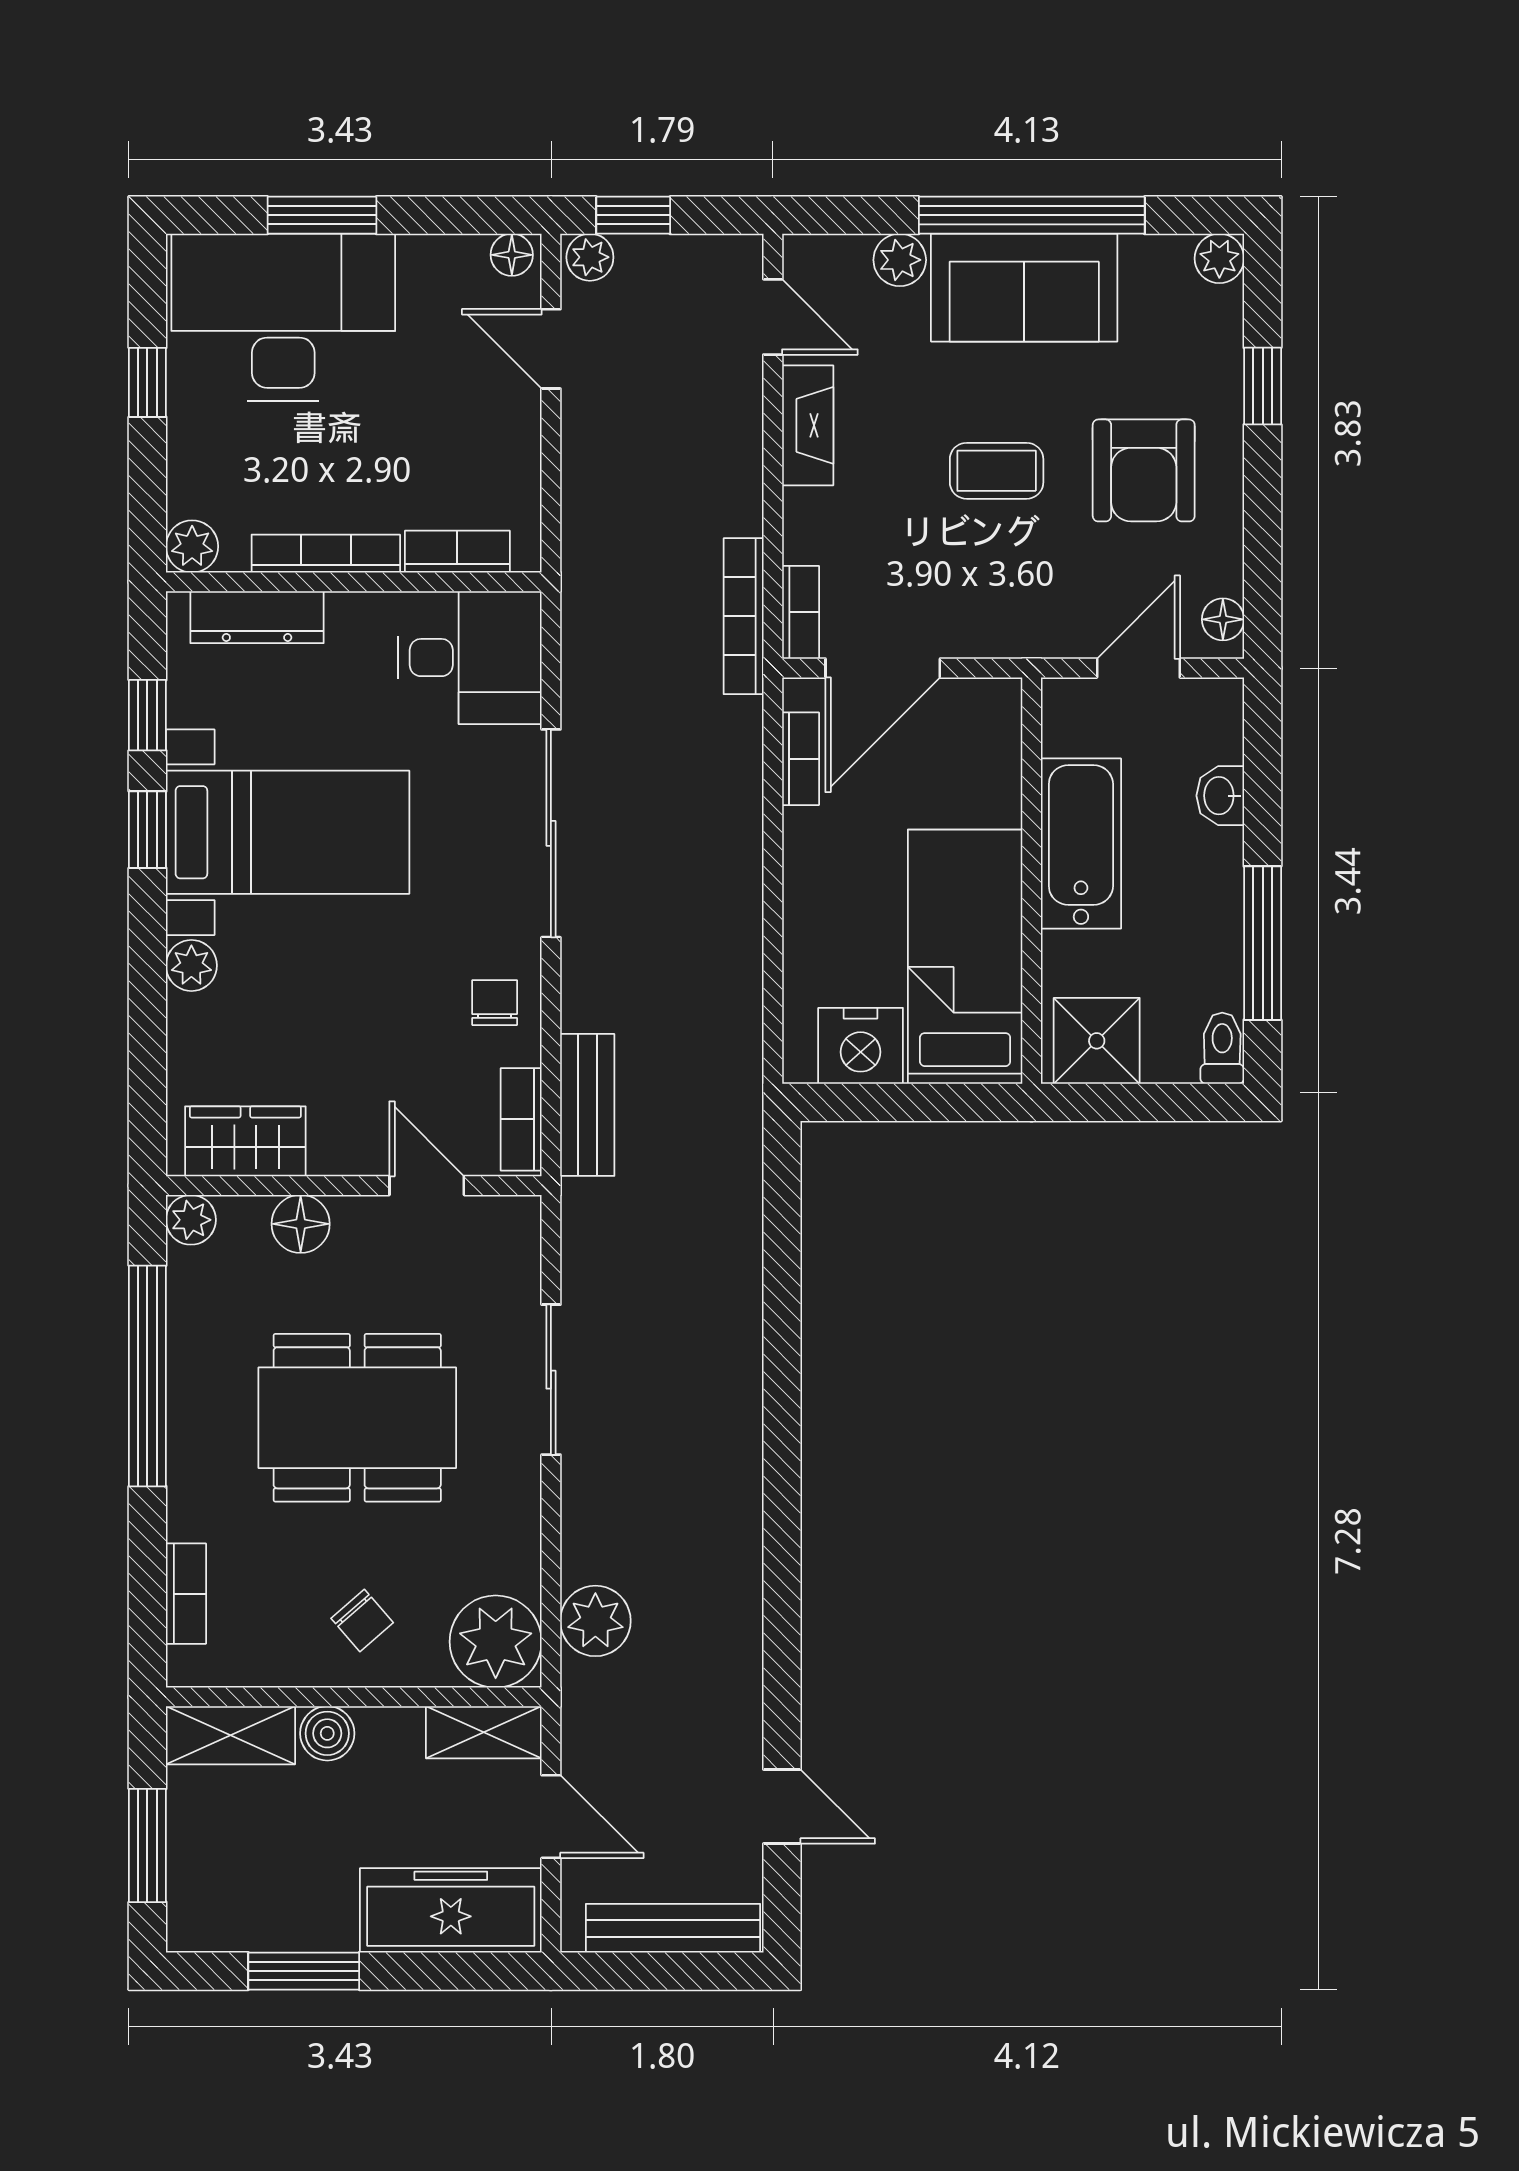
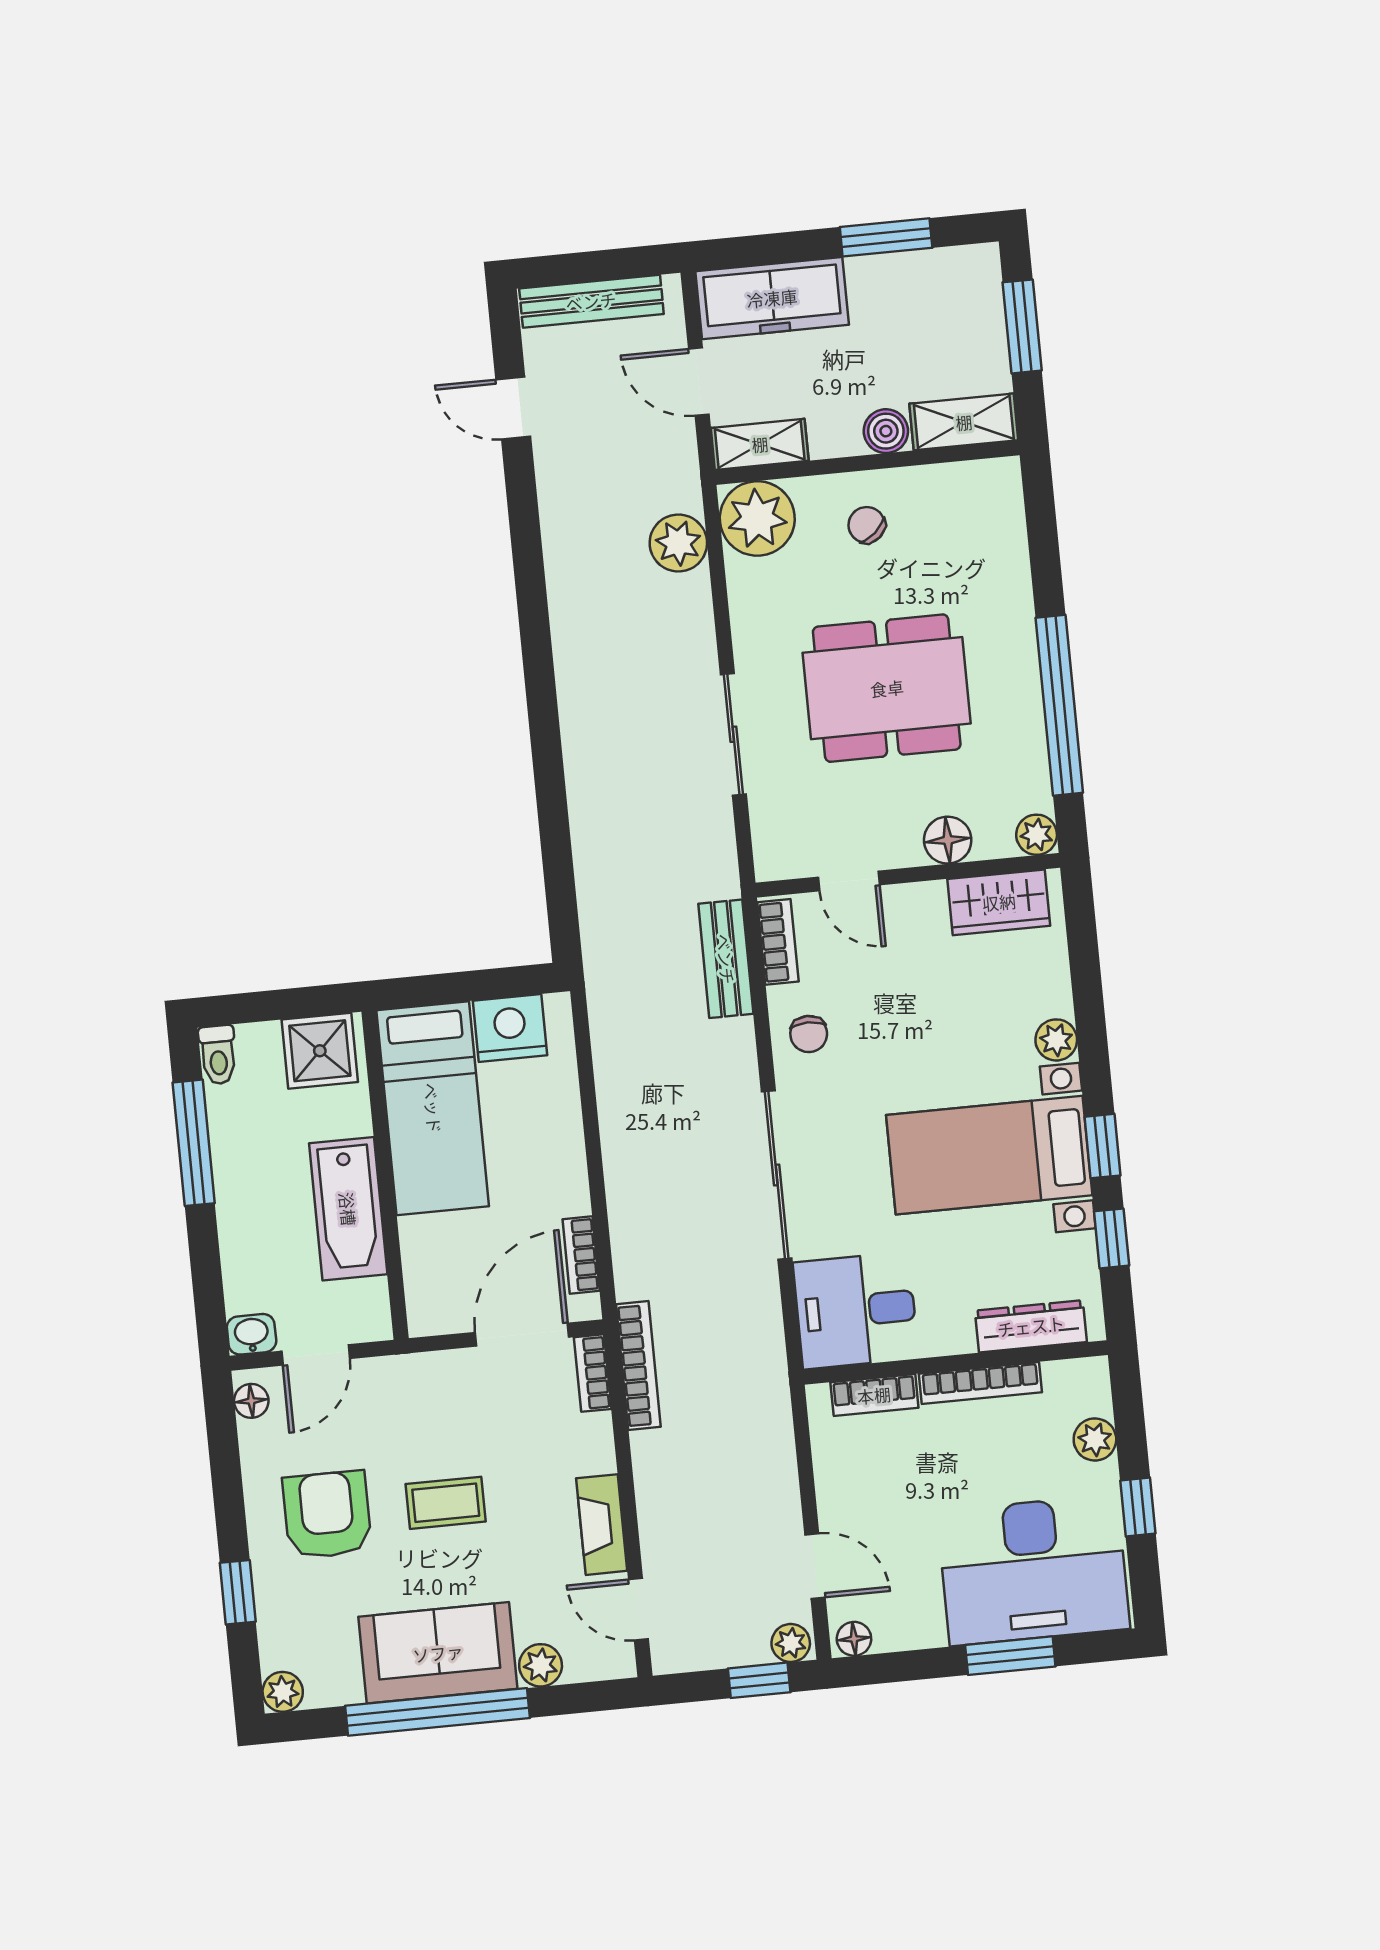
plant: (192, 546) -> (1095, 1439), moved
washbasin: (1220, 796) -> (252, 1334), moved, turned -90
bookcase: (186, 1594) -> (1011, 533), removed

